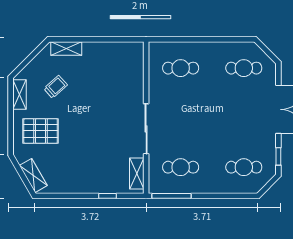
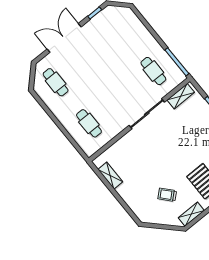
shelving: (66, 49) -> (110, 176), moved
cafe table: (244, 167) -> (120, 30), removed

